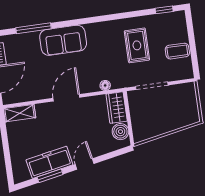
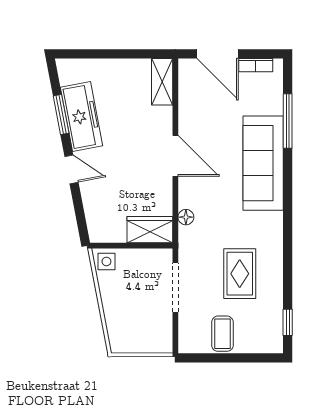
sofa: (63, 40) -> (263, 163), width x1.36
rug: (137, 45) -> (240, 274), turned 90
boiler: (120, 132) -> (113, 230), removed
side table: (141, 133) -> (106, 261), added

